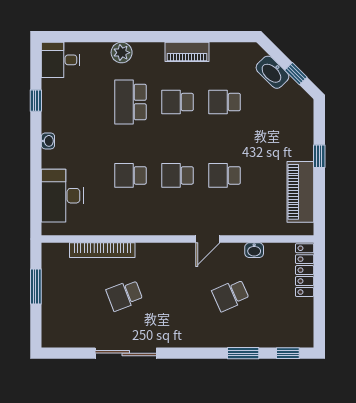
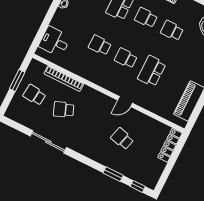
school desk: (225, 175) -> (152, 71), width x1.85
desk: (62, 196) -> (55, 42), width x0.73
washbasin: (254, 250) -> (148, 120), removed
school desk: (71, 295) -> (34, 95), added
school desk: (231, 295) -> (122, 139), turned 39

